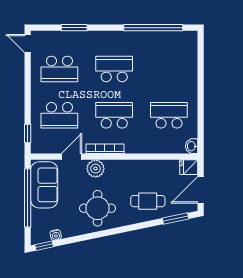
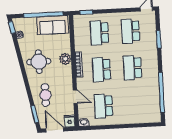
school desk: (114, 69) -> (132, 68), turned 180
school desk: (114, 115) -> (102, 69), turned 180
school desk: (169, 115) -> (103, 106), turned 180
door: (72, 157) -> (75, 97), moved

